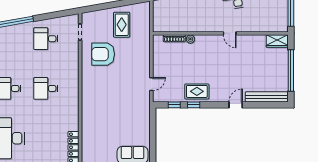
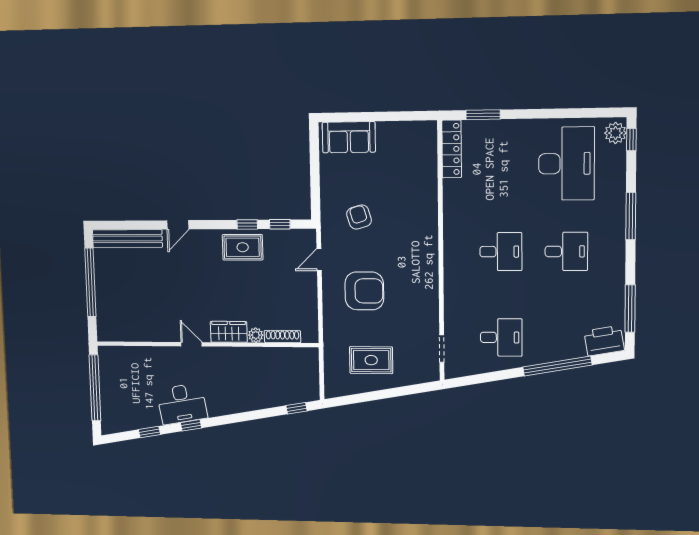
rug: (122, 25) -> (371, 360), turned 90
wardrobe: (277, 41) -> (229, 332), moved
armchair: (103, 54) -> (364, 291), moved
armchair: (127, 109) -> (359, 217), added

